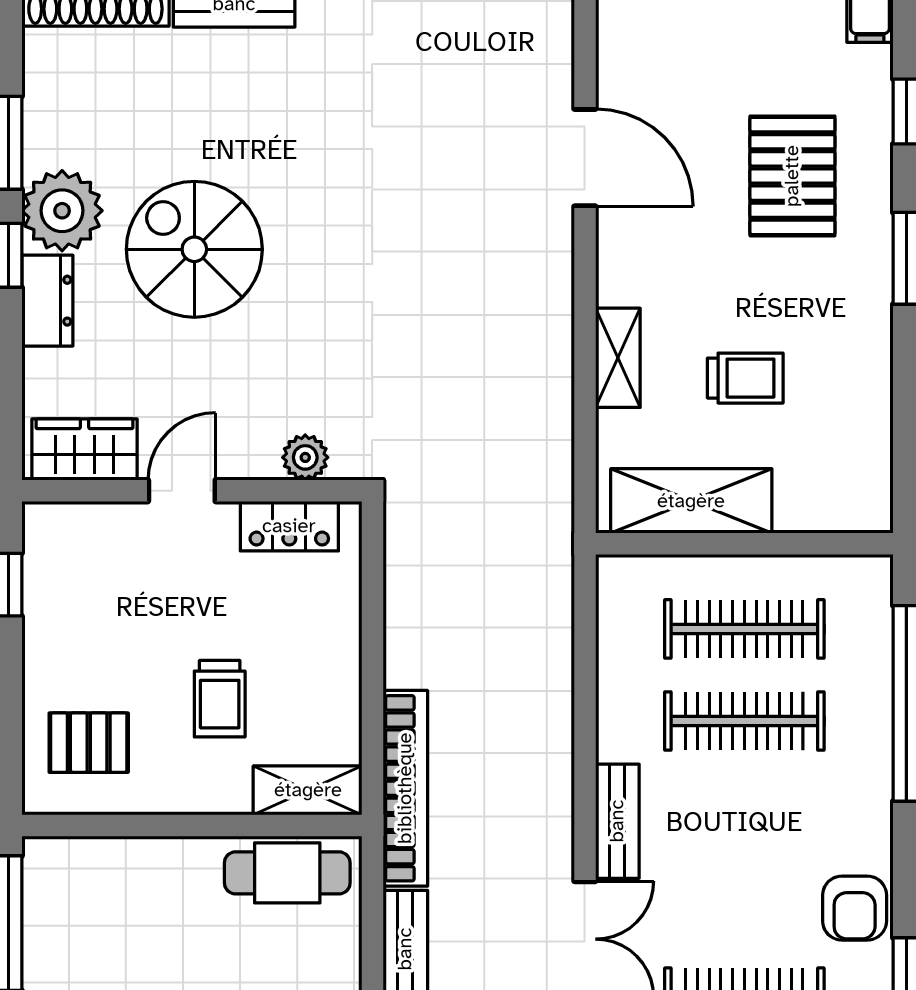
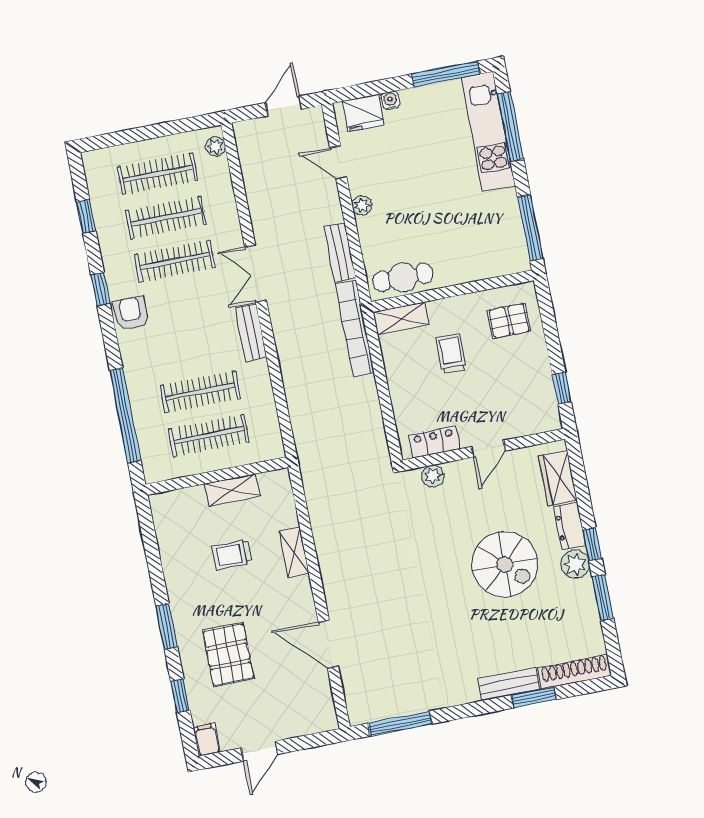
plant: (62, 211) -> (575, 564), width x0.73, depth x0.73
wardrobe: (84, 450) -> (558, 478), moved, turned 90
shelving: (691, 501) -> (232, 490), width x0.67, depth x0.75

